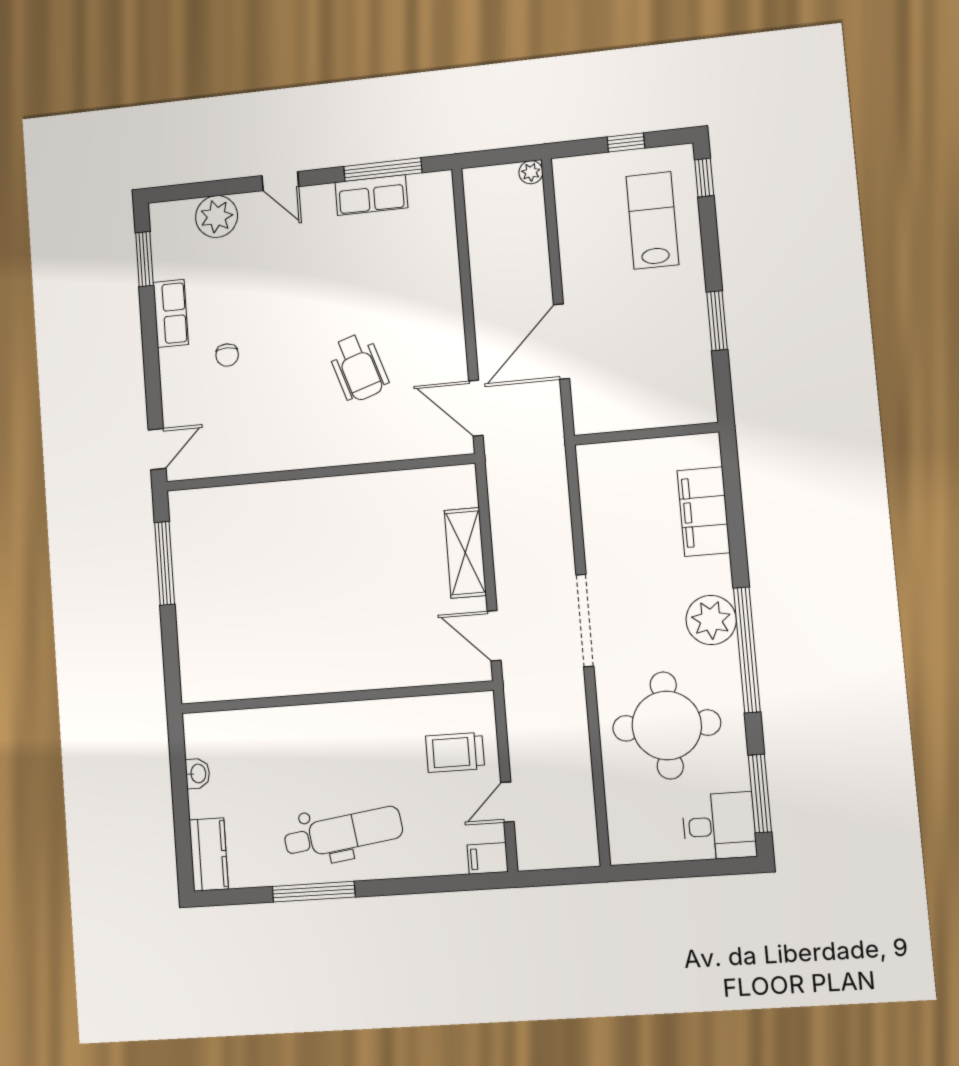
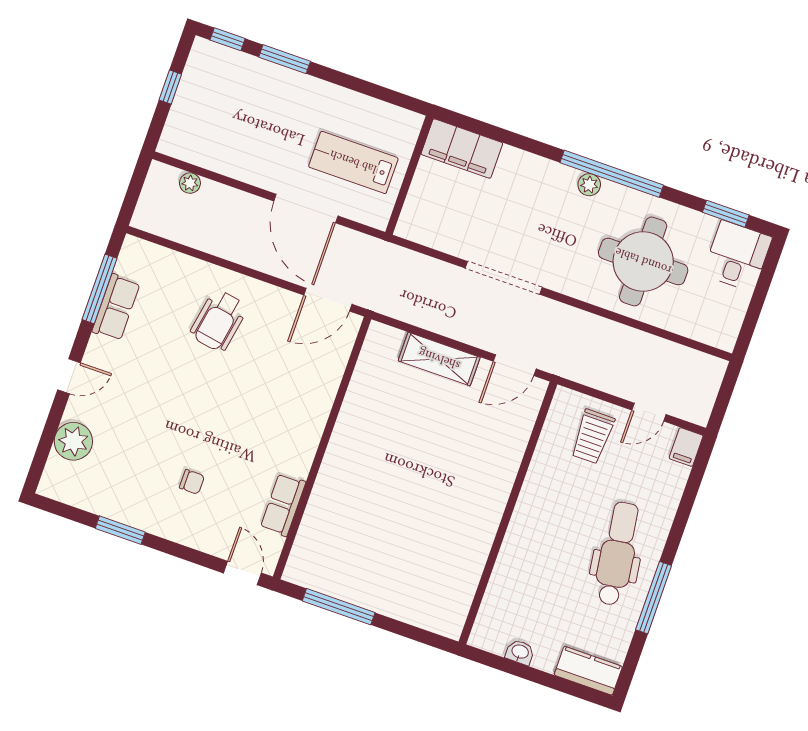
plant: (531, 172) -> (190, 183), moved
lab bench: (652, 220) -> (353, 162), moved
window: (144, 259) -> (120, 530), moved
row of seats: (171, 313) -> (283, 505), moved, turned -90
window: (717, 321) -> (285, 59), moved
wheelchair: (358, 367) -> (219, 321), moved, turned 118
filing cabinet: (704, 512) -> (462, 149), moved
doorway: (585, 620) -> (504, 278), moved
plant: (711, 620) -> (589, 185), width x0.53, depth x0.53
window: (760, 794) -> (726, 214), width x0.69
door: (507, 802) -> (649, 412), hinge flipped

